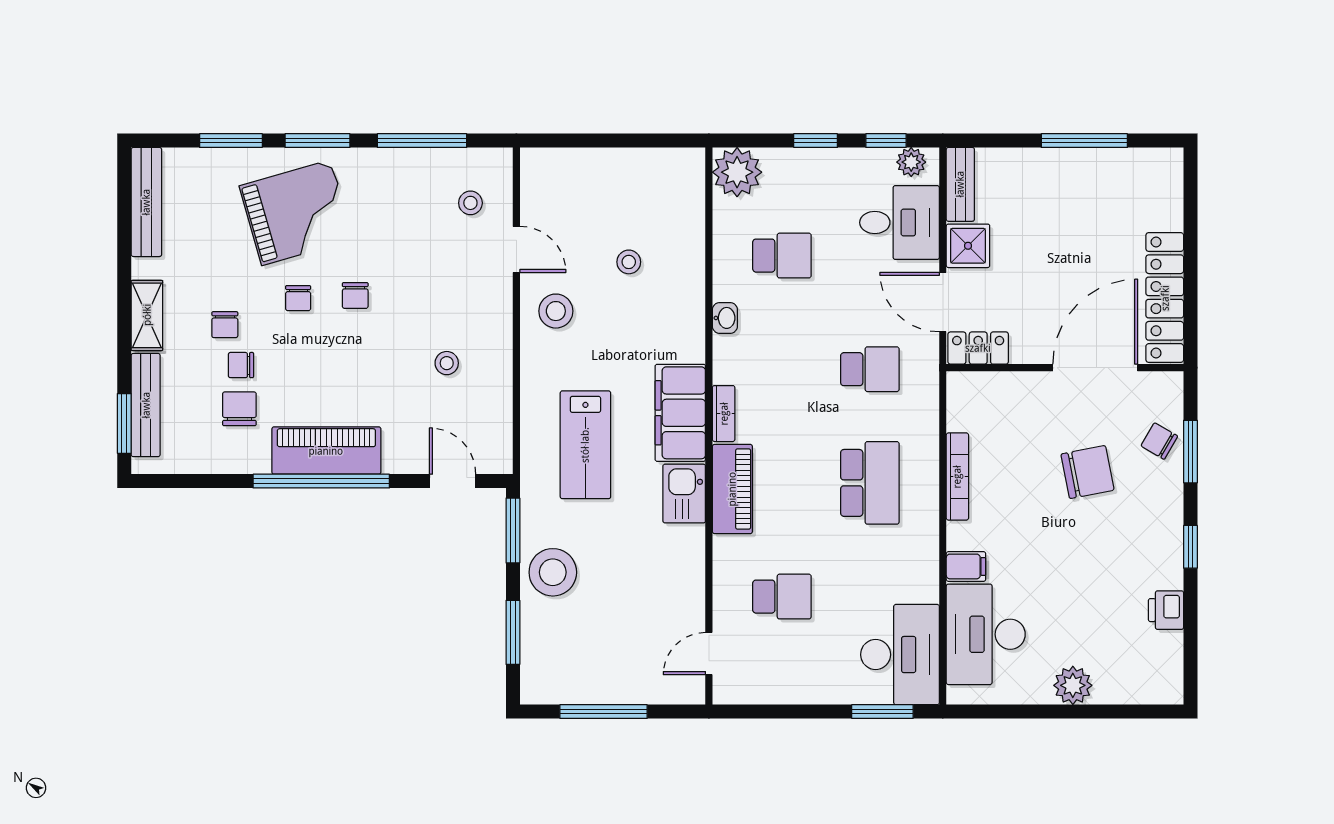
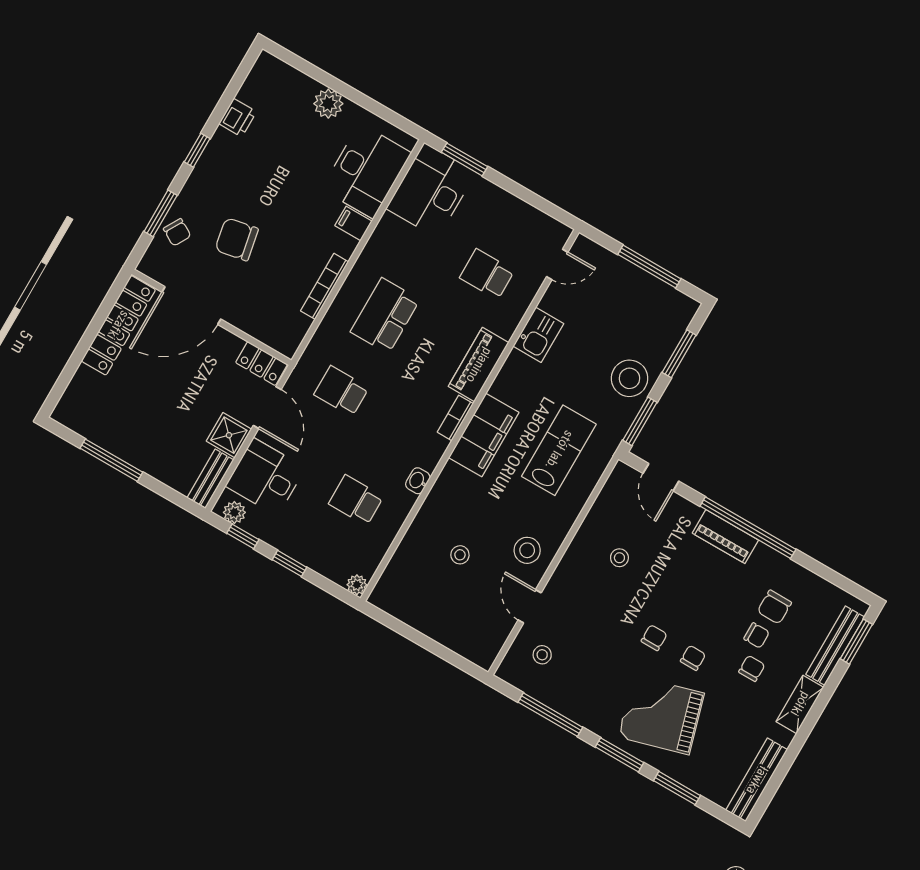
plant: (737, 172) -> (357, 585), width x0.53, depth x0.53
piano: (326, 451) -> (725, 537), width x0.73, depth x0.75
kitchen sink: (684, 494) -> (538, 335), moved

